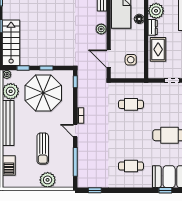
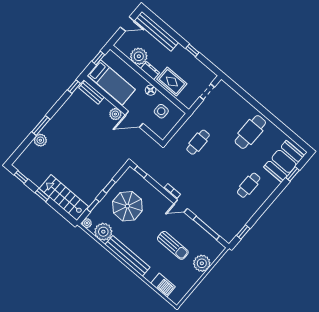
floor lamp: (139, 19) -> (151, 90), moved
door: (109, 59) -> (134, 119), moved
parasol: (43, 93) -> (127, 206), width x0.73, depth x0.73

